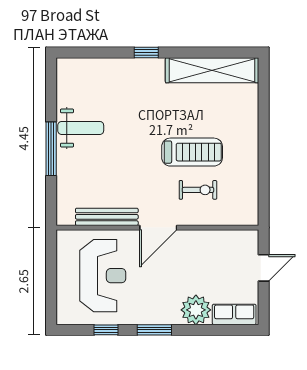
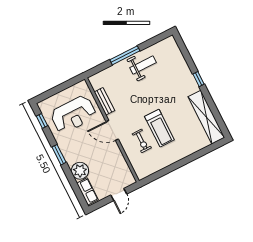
weight bench: (81, 128) -> (143, 65), turned -90
bench: (107, 217) -> (104, 101), width x0.73
door: (264, 268) -> (119, 195), hinge flipped
window: (106, 330) -> (42, 121), moved

